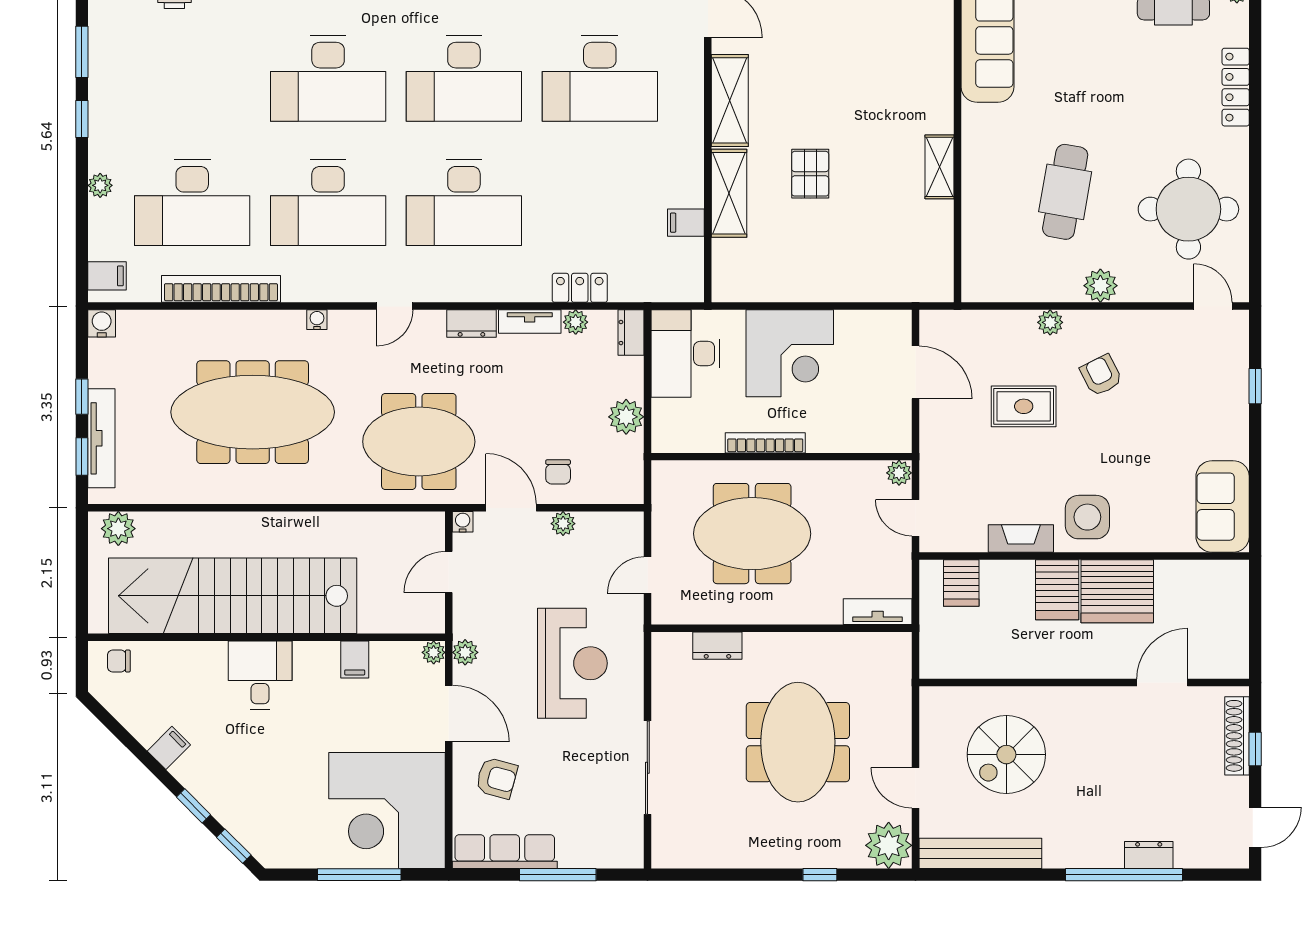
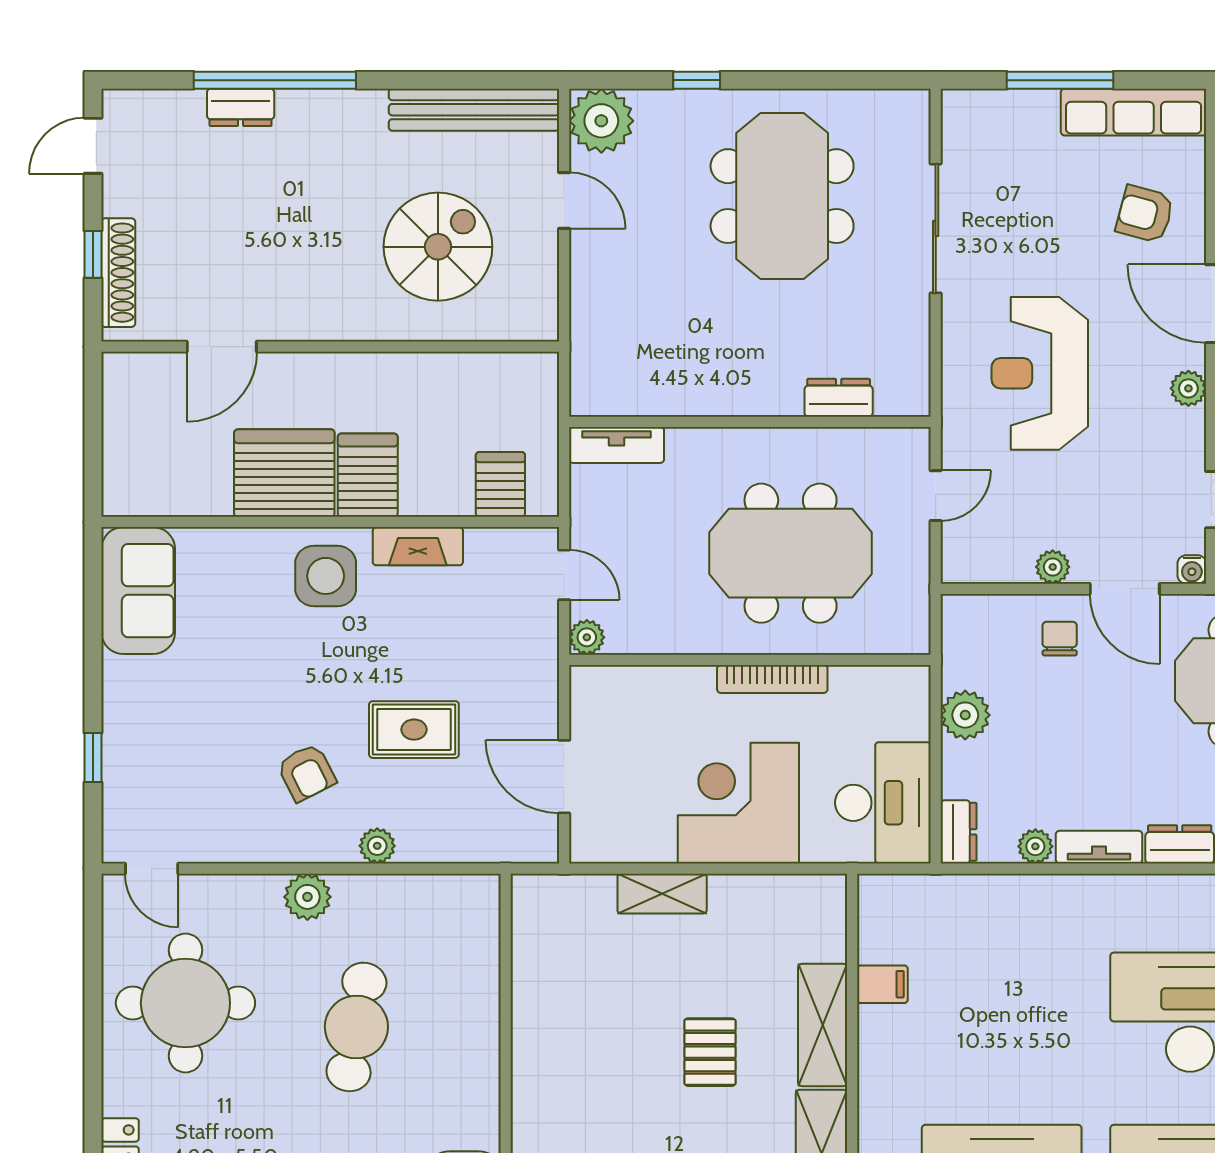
shelving: (940, 167) -> (662, 894), moved, turned 90
locker: (580, 288) -> (1030, 894), removed
meeting table: (798, 742) -> (782, 196), moved

